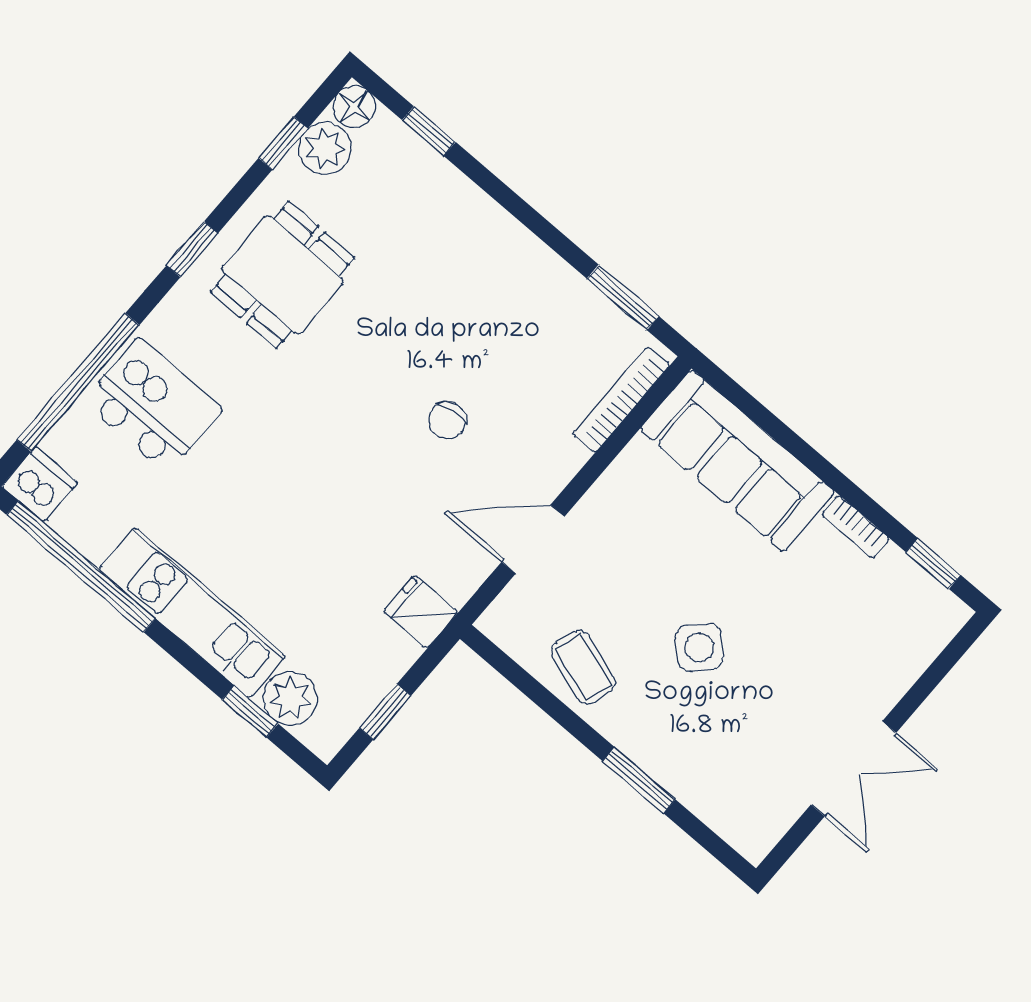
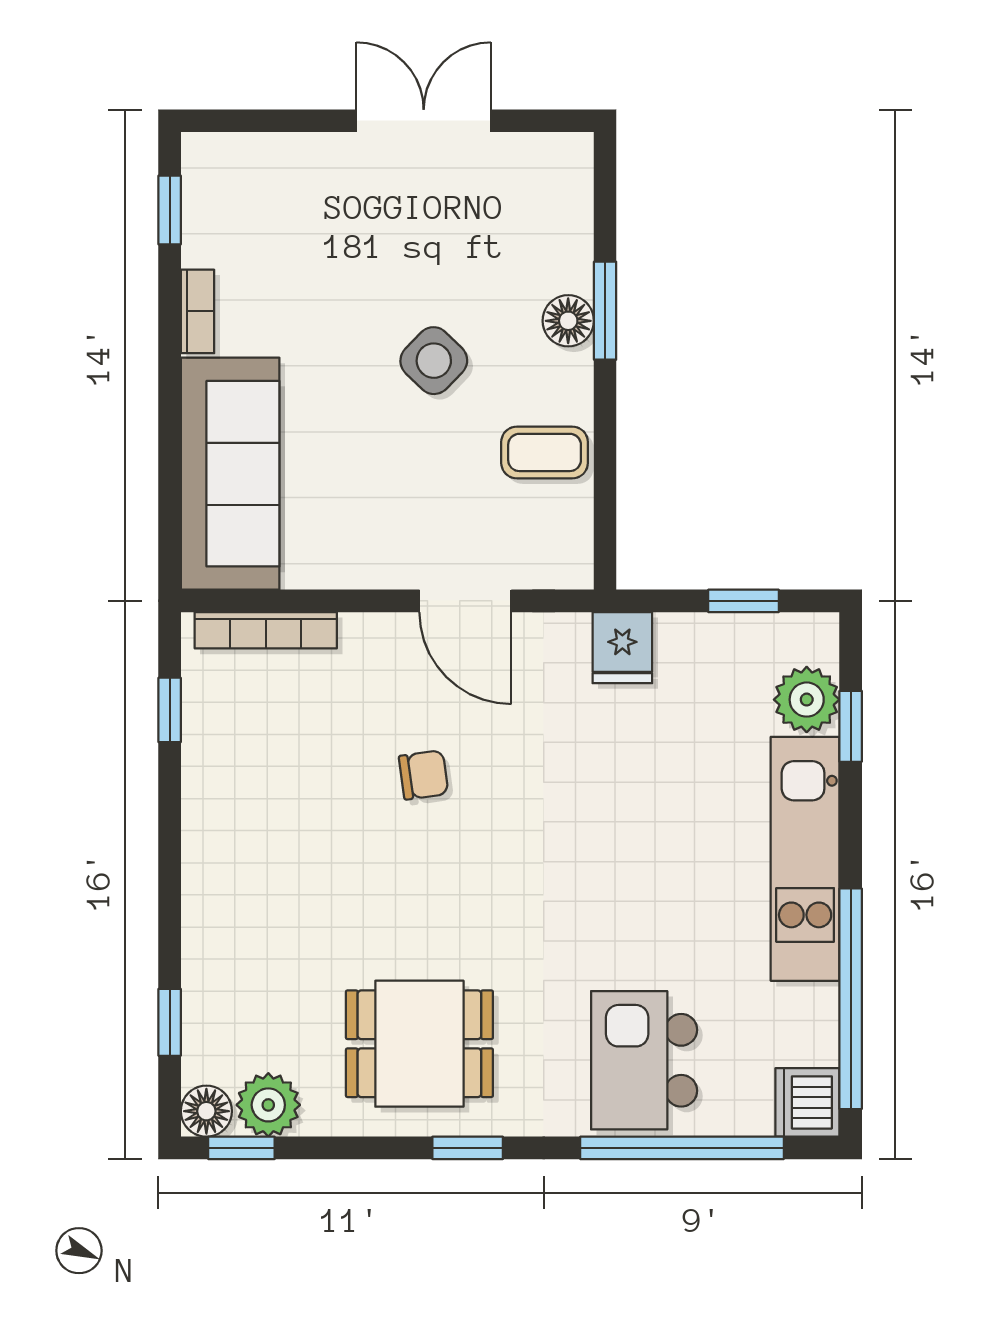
window: (283, 143) -> (241, 1148), moved
window: (623, 297) -> (170, 710), width x0.67
coffee table: (583, 667) -> (545, 452), turned 72
floor lamp: (652, 752) -> (568, 321), added

